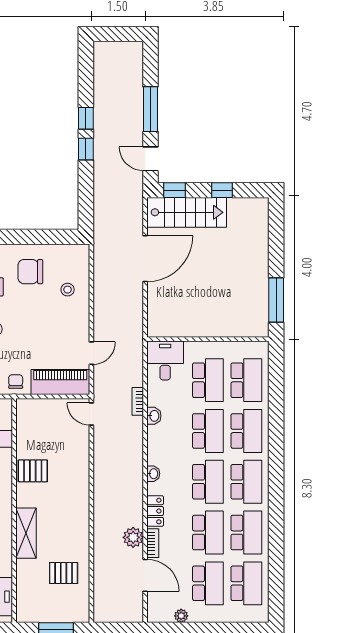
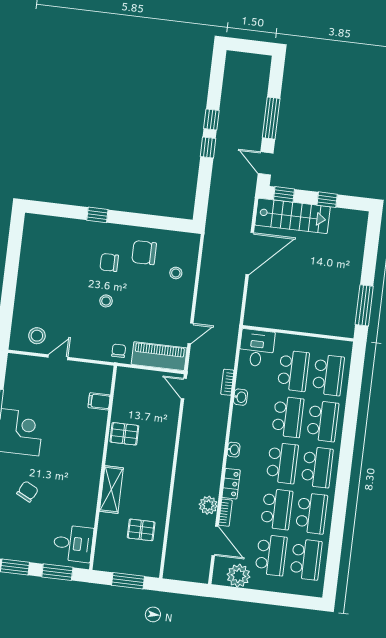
plant: (181, 616) -> (238, 576), width x1.87, depth x1.87

